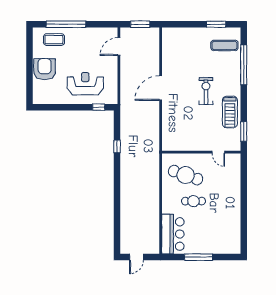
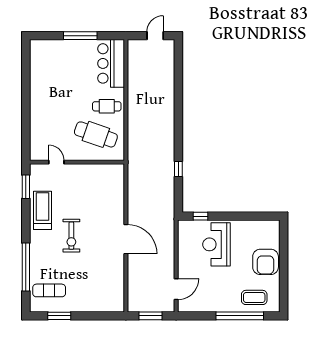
reception desk: (85, 84) -> (217, 244), turned 90
door: (161, 88) -> (126, 239), hinge flipped
cafe table: (194, 201) -> (107, 106), moved

